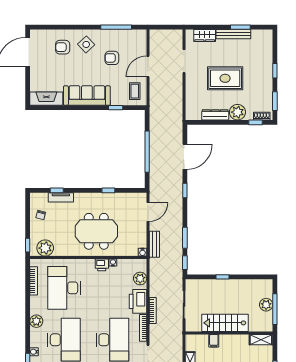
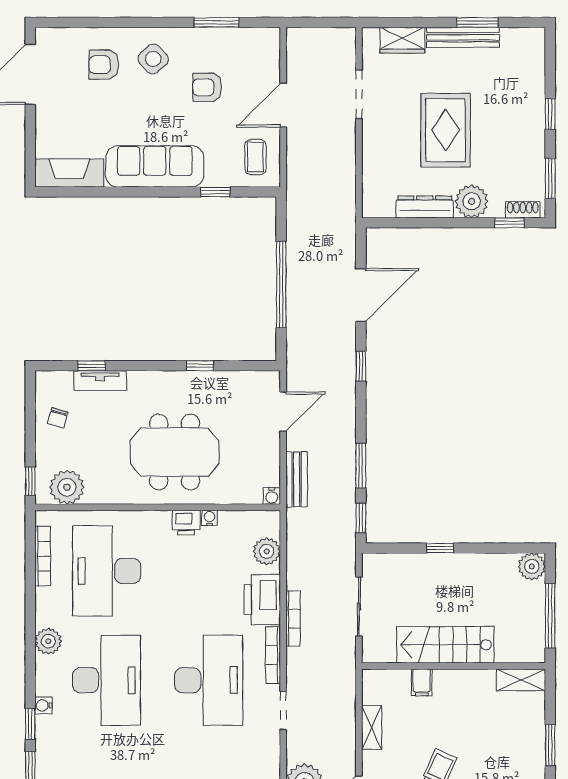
window: (116, 27) -> (216, 22), width x0.69
rug: (225, 78) -> (446, 130), turned 90
plant: (266, 305) -> (532, 566), moved

